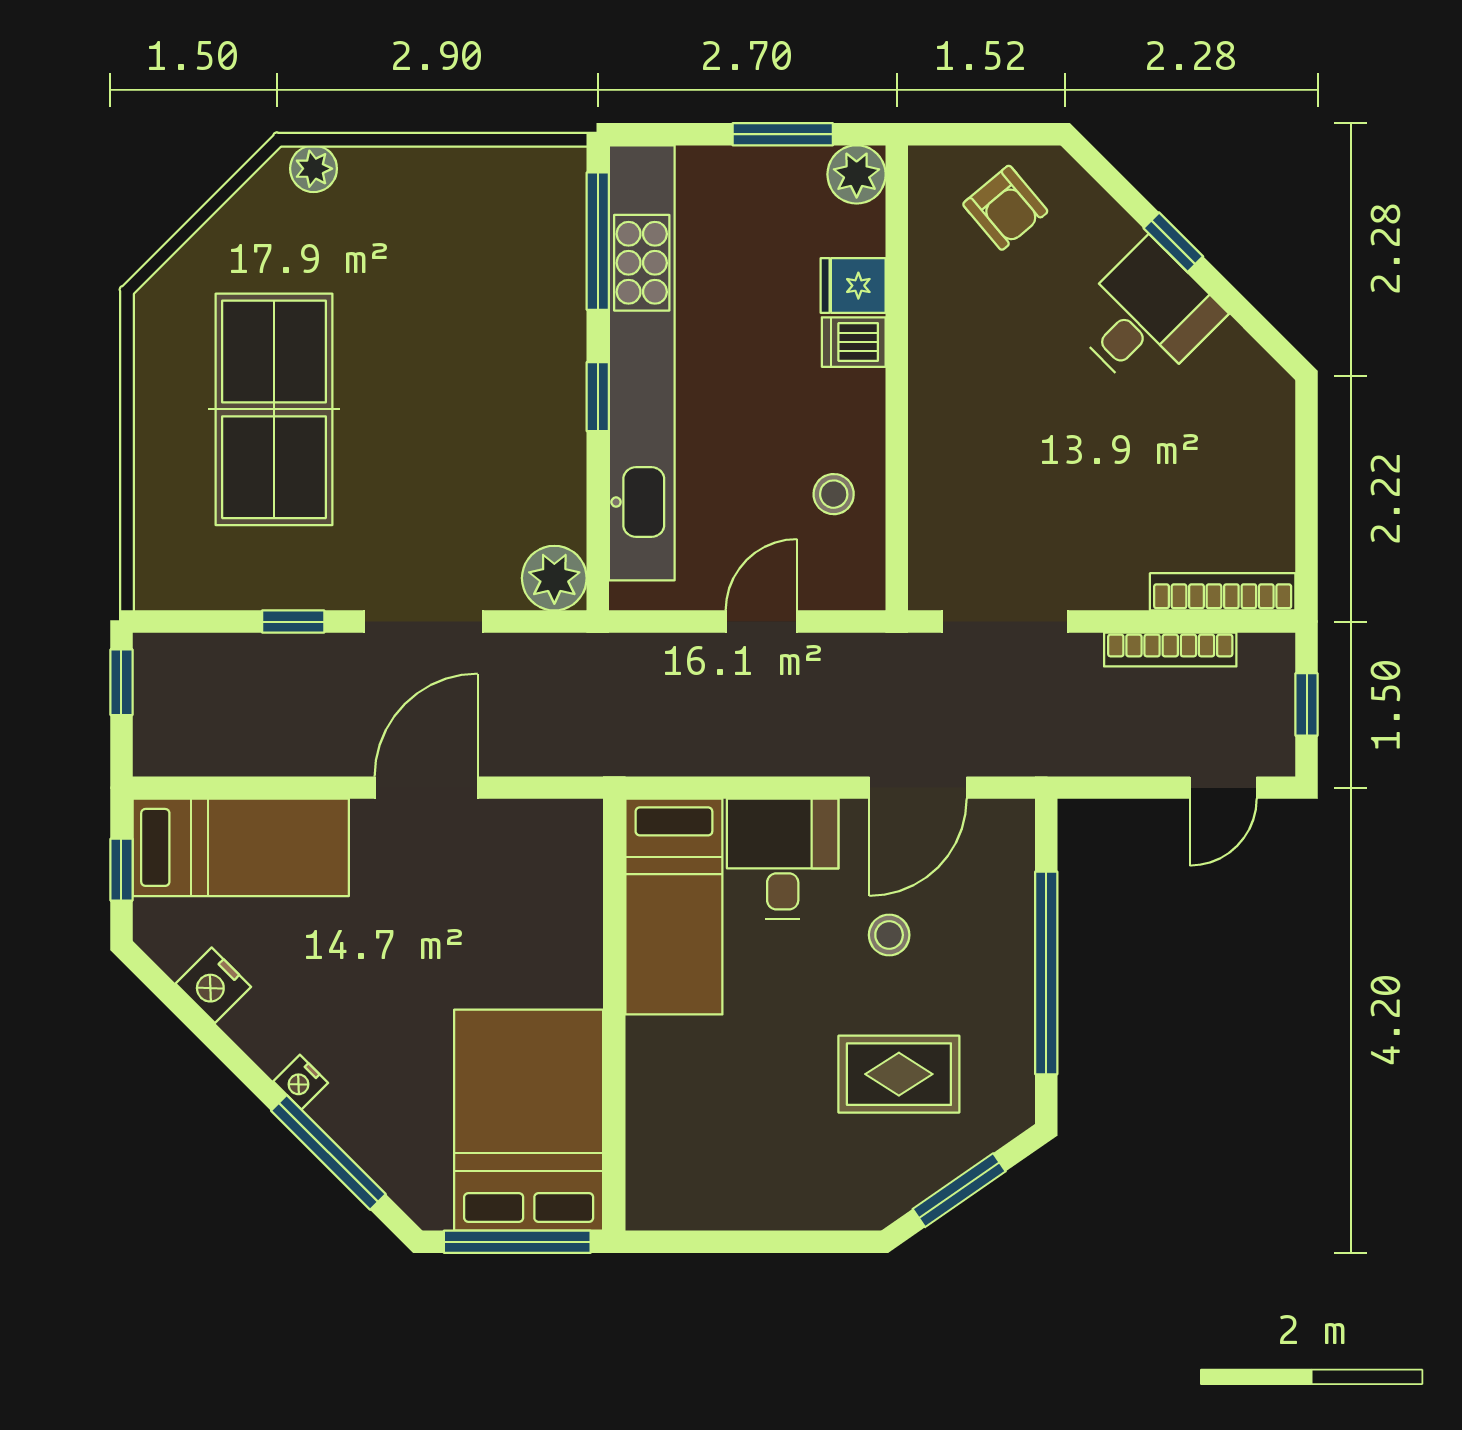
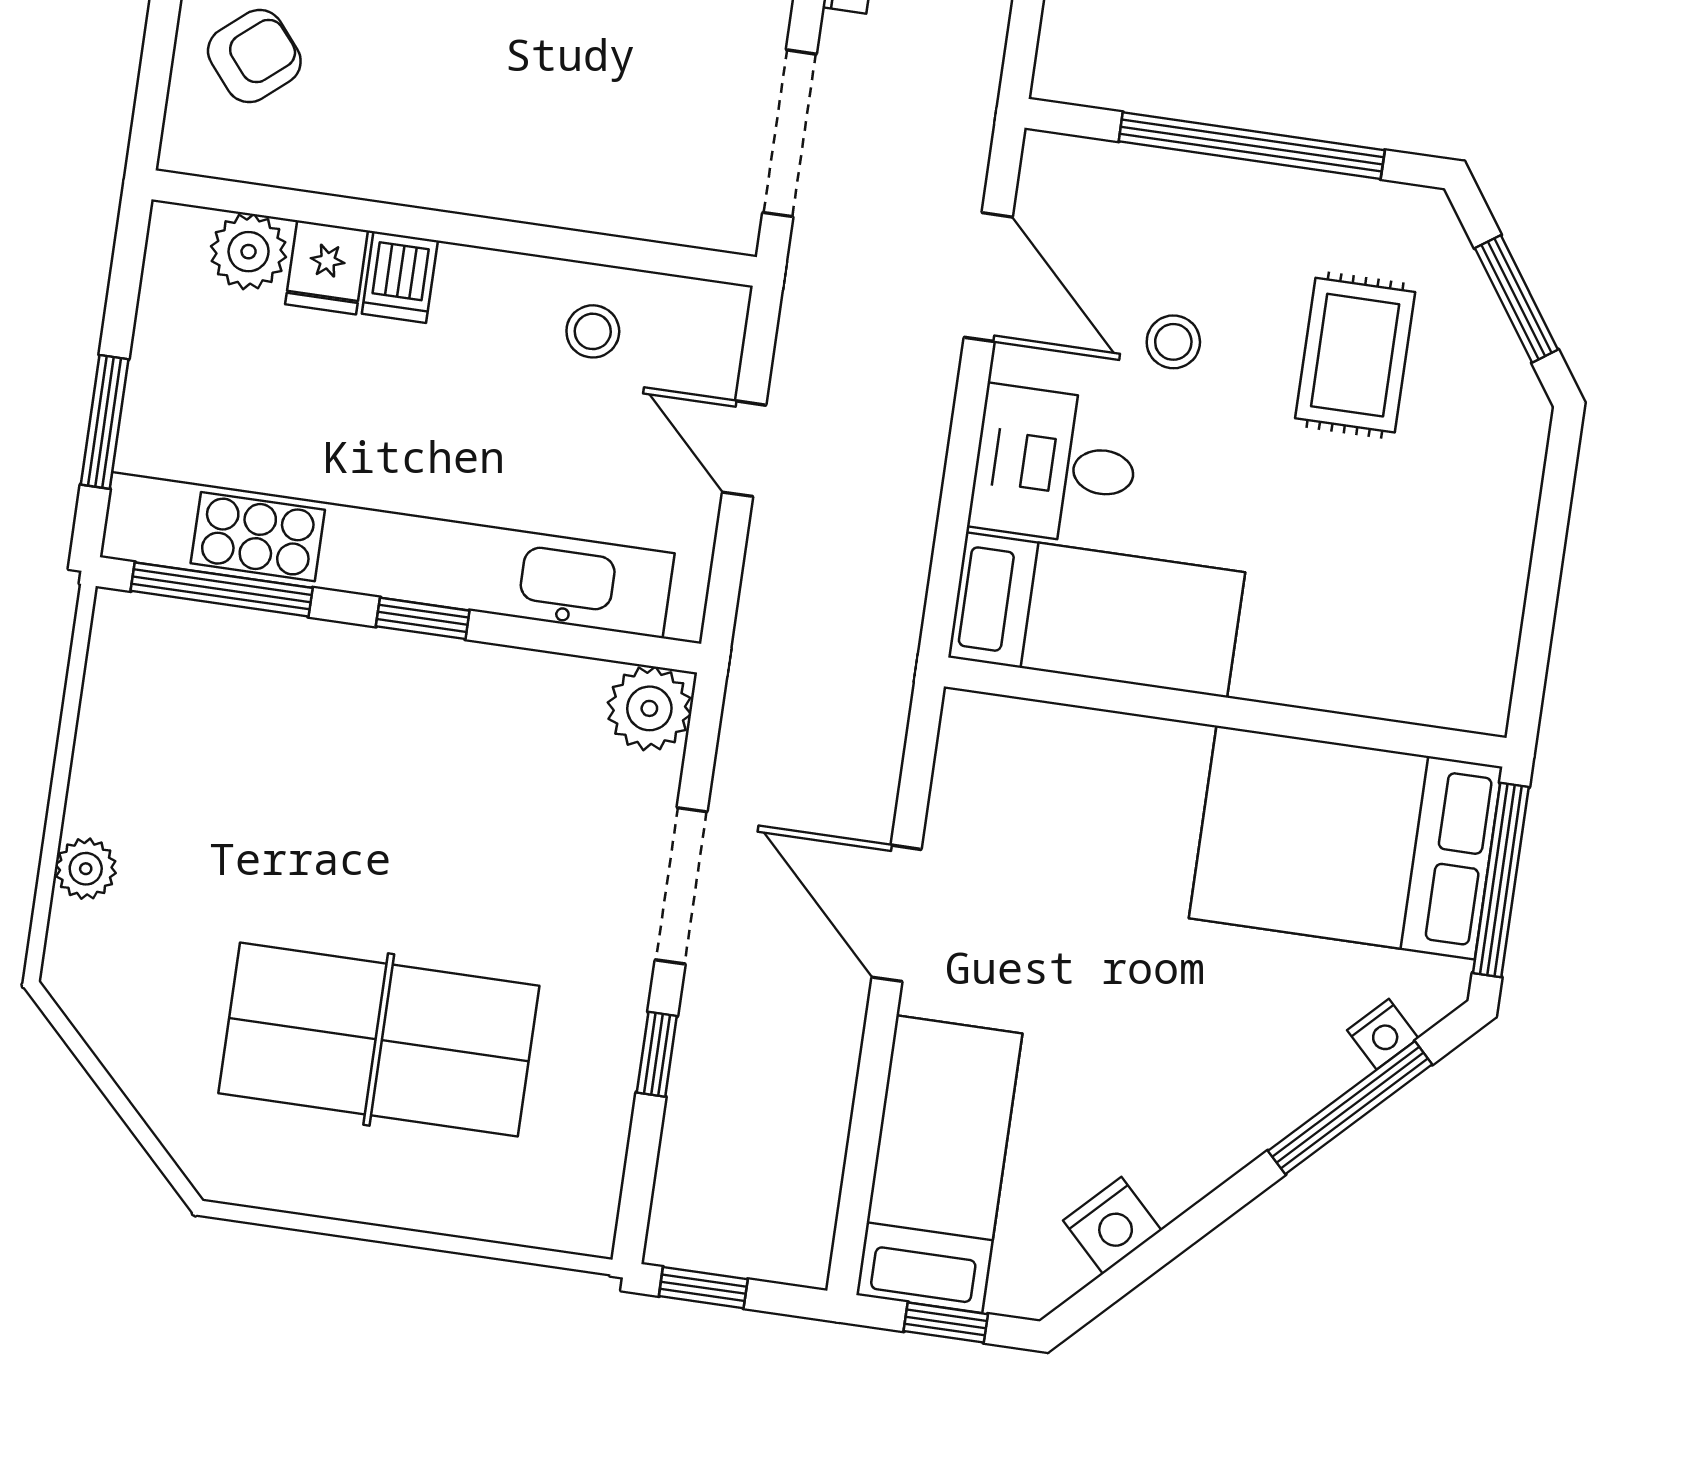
window: (783, 134) -> (105, 422), moved
plant: (314, 169) -> (86, 869), moved
plant: (857, 174) -> (249, 252), moved
nightstand: (301, 1082) -> (1383, 1034), moved

